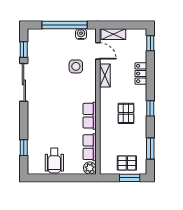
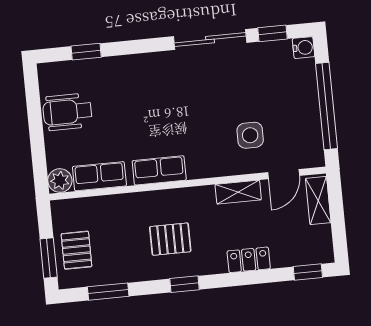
water cooler: (81, 34) -> (304, 48), moved

